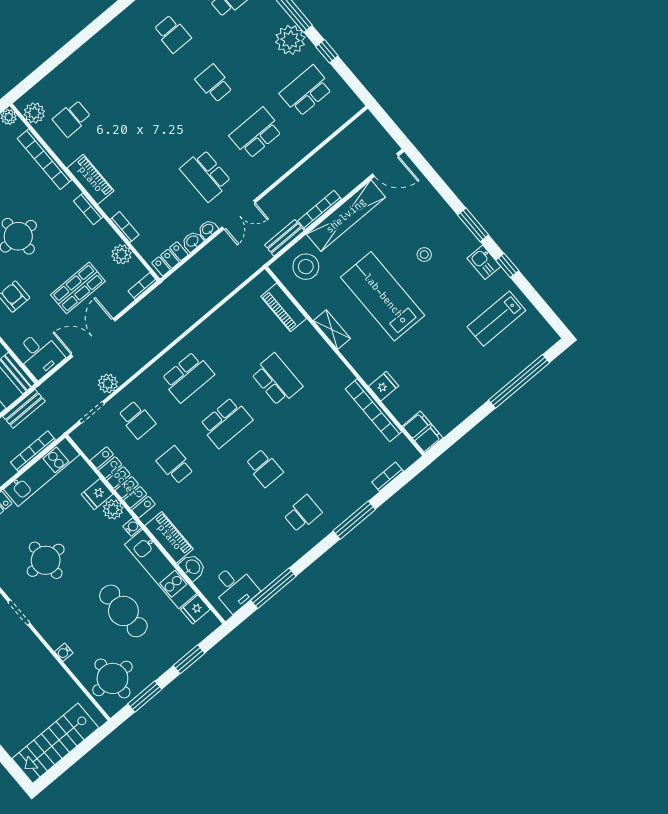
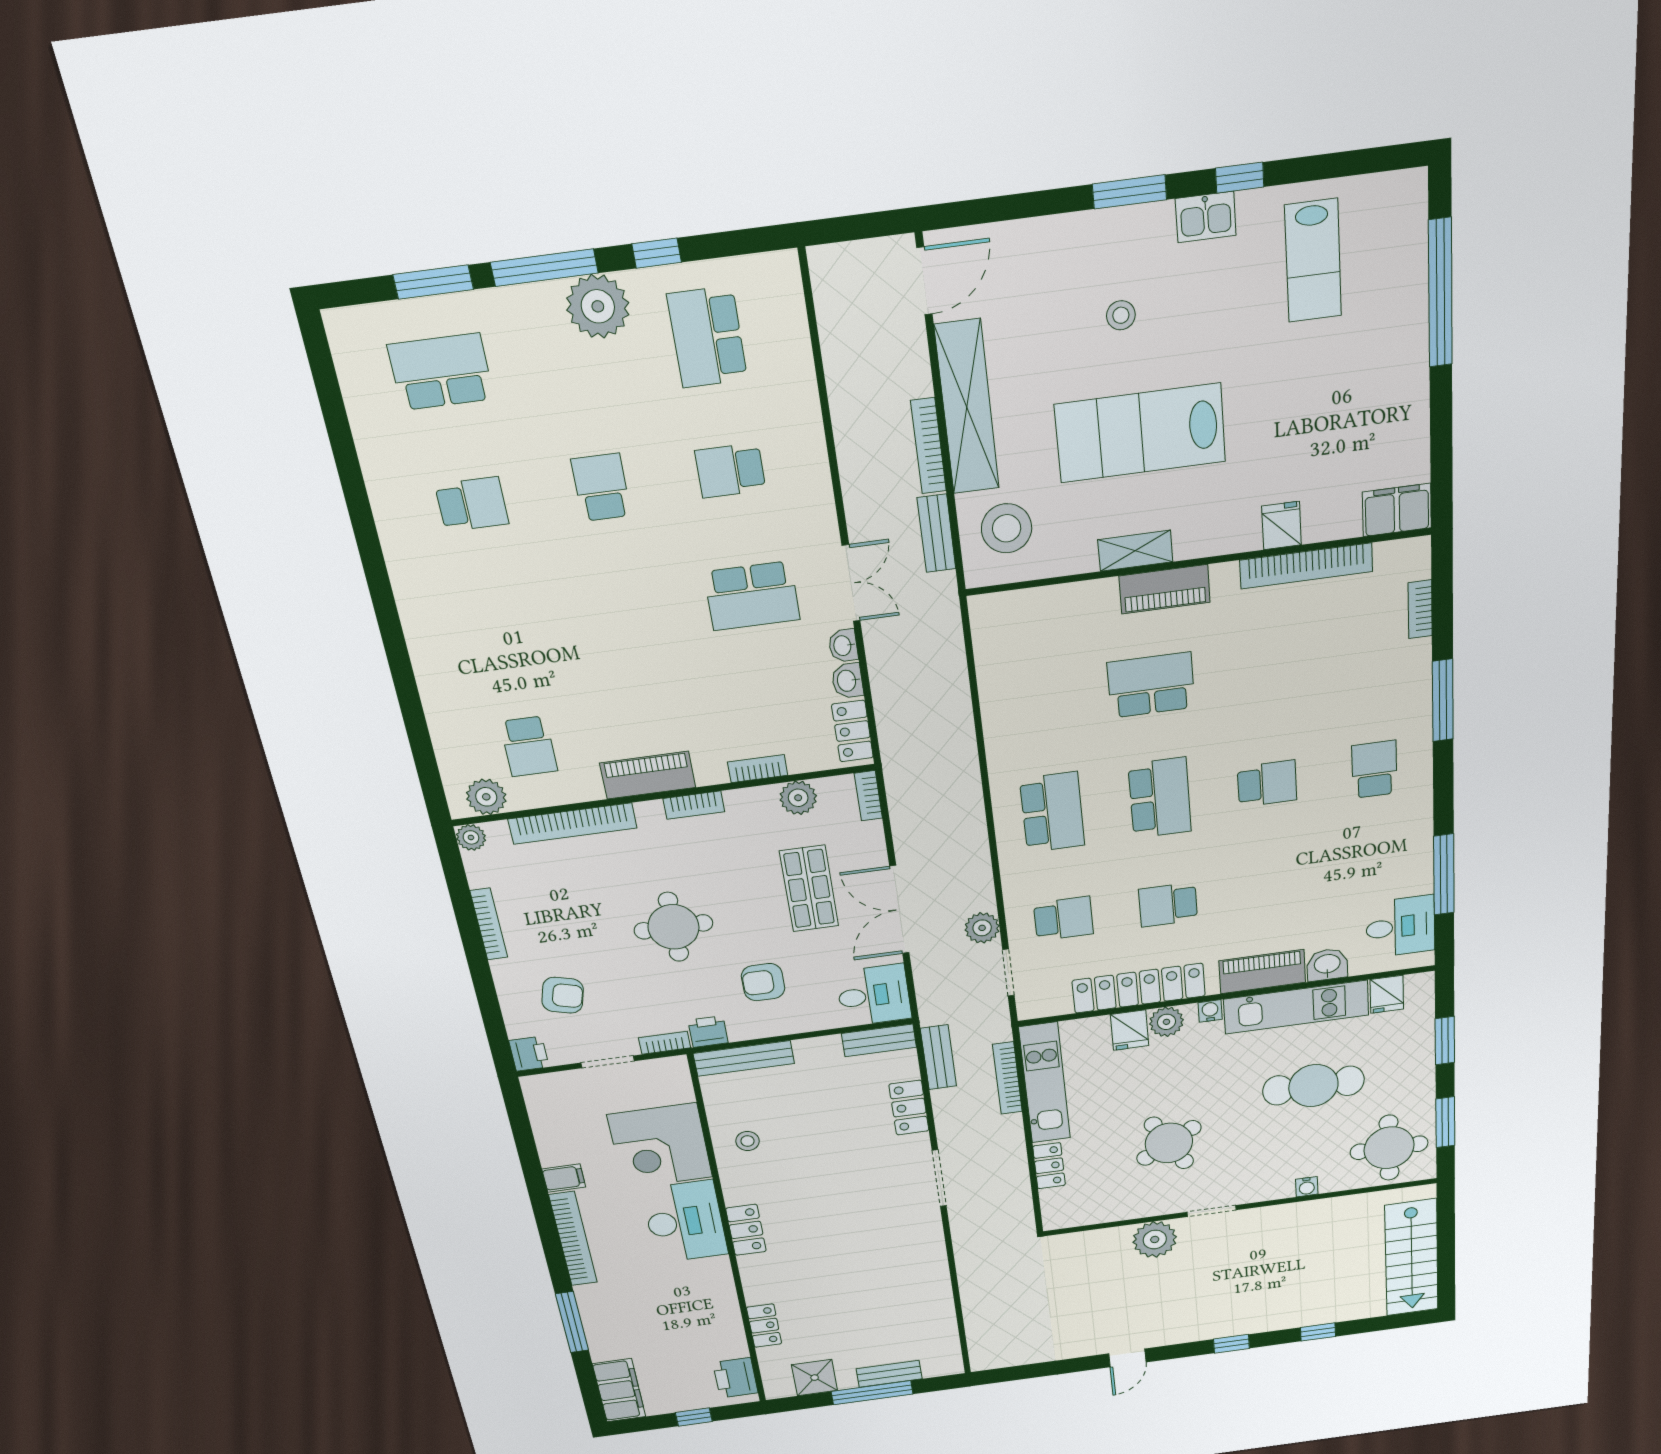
school desk: (214, 84) -> (601, 487), turned 90
school desk: (256, 133) -> (730, 470), width x0.54
piano: (284, 307) -> (1165, 589), moved
round table: (46, 560) -> (1169, 1143), turned -30

